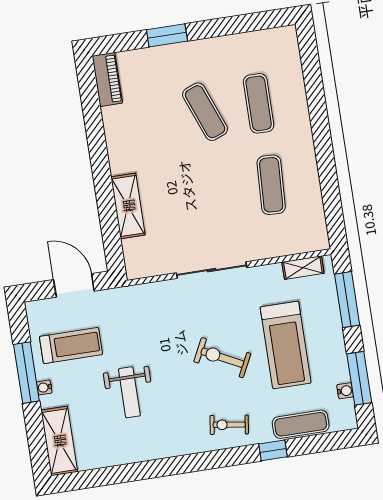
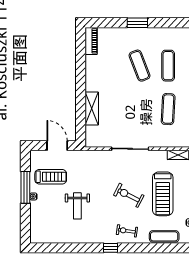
window: (167, 35) -> (137, 23), moved
shelving: (59, 441) -> (37, 226), removed
window: (273, 450) -> (110, 248), moved

